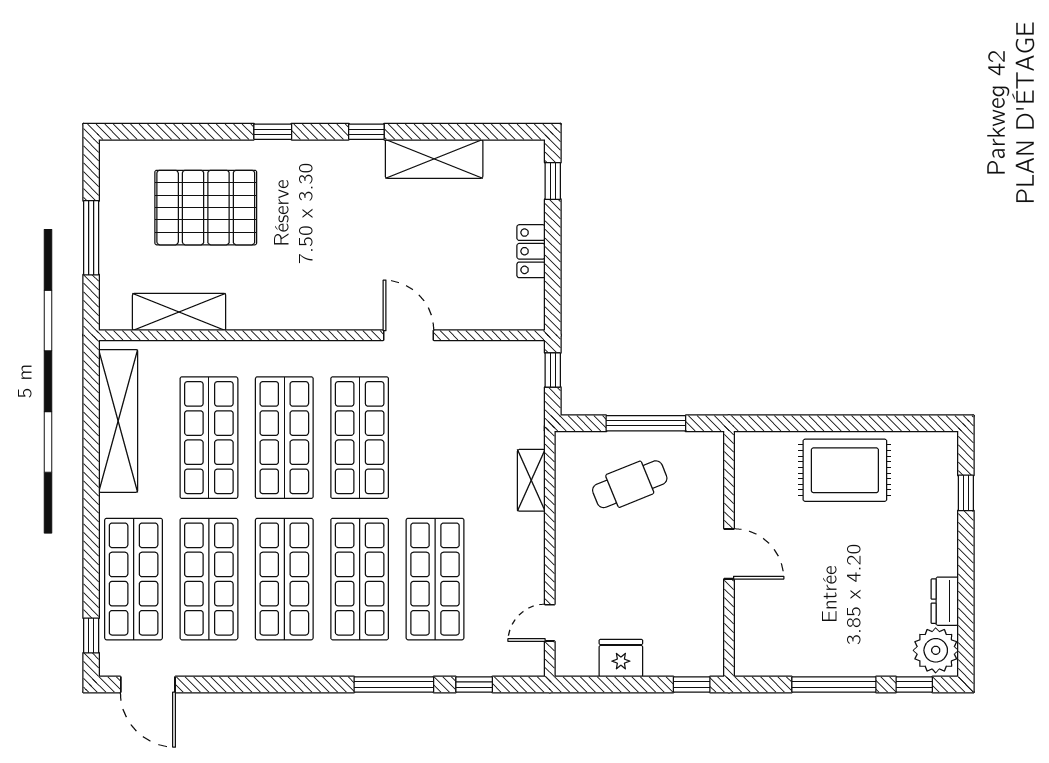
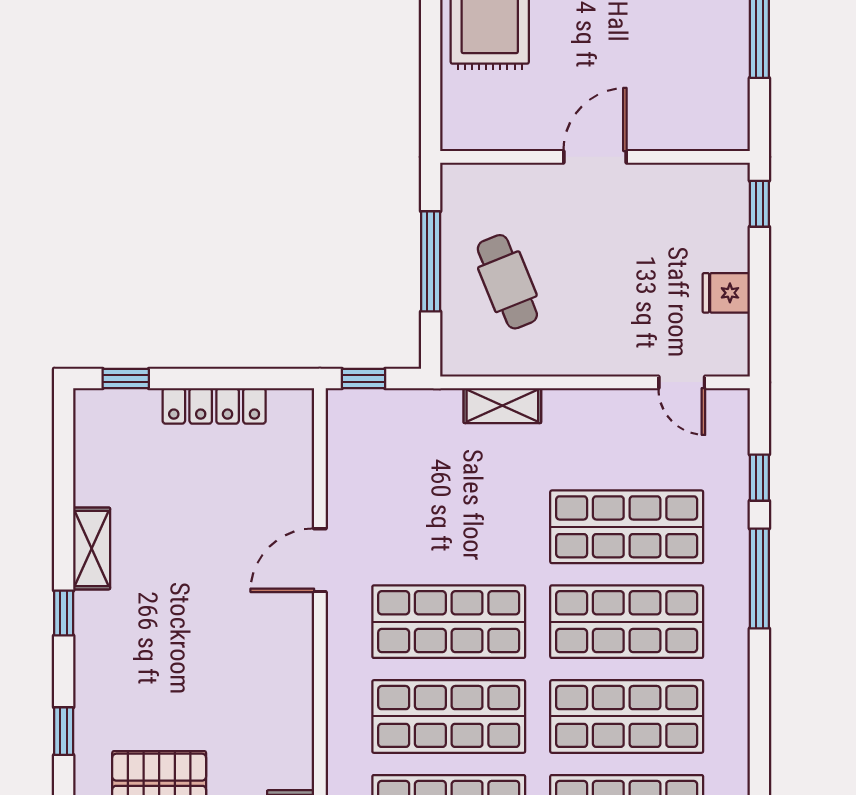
shelving: (434, 159) -> (92, 548), width x0.67, depth x0.75
locker: (531, 251) -> (214, 406), width x1.53
fridge: (621, 658) -> (726, 293), width x0.72

